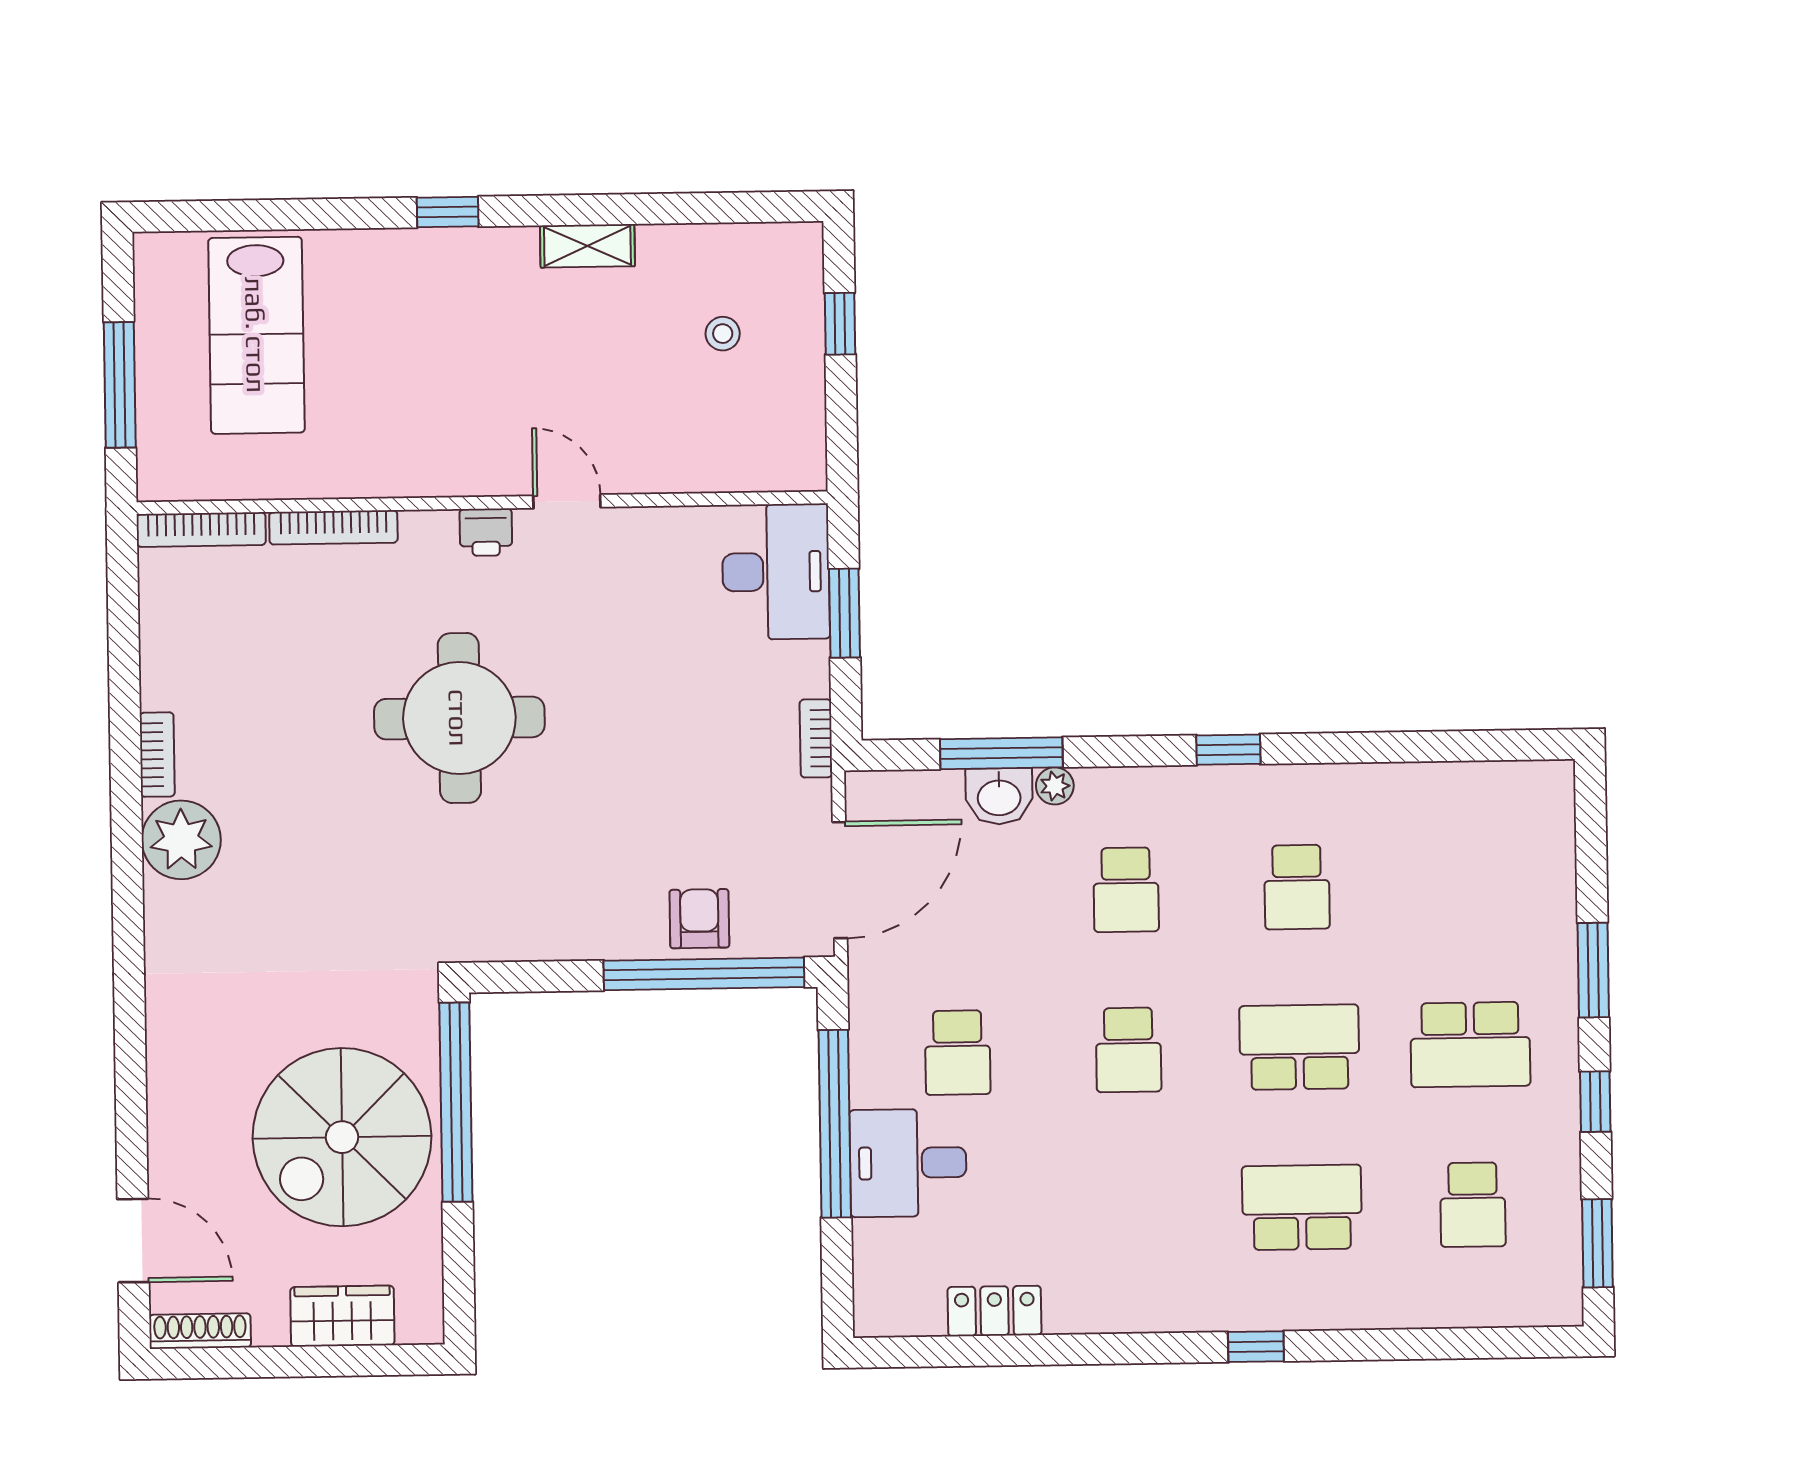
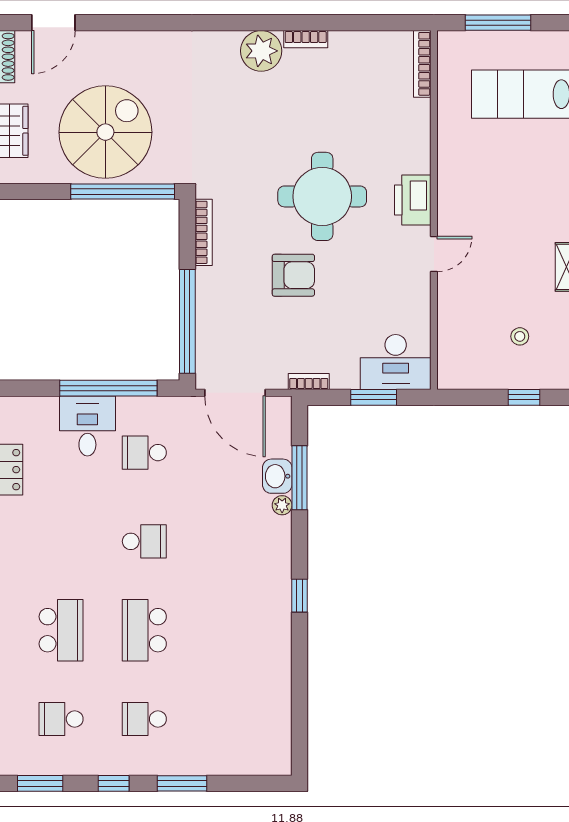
bookcase: (333, 527) -> (204, 232), moved, turned 180
printer: (486, 532) -> (413, 200), width x1.87, depth x1.48
school desk: (1297, 887) -> (228, 630), removed
school desk: (1126, 890) -> (228, 541), removed
armchair: (699, 919) -> (293, 275), moved, width x1.38, depth x1.38
school desk: (1470, 1045) -> (144, 719), width x0.54
school desk: (1299, 1047) -> (144, 630), turned 180
school desk: (1128, 1050) -> (144, 541), turned 180
spiral stairs: (342, 1137) -> (105, 132), turned 90

